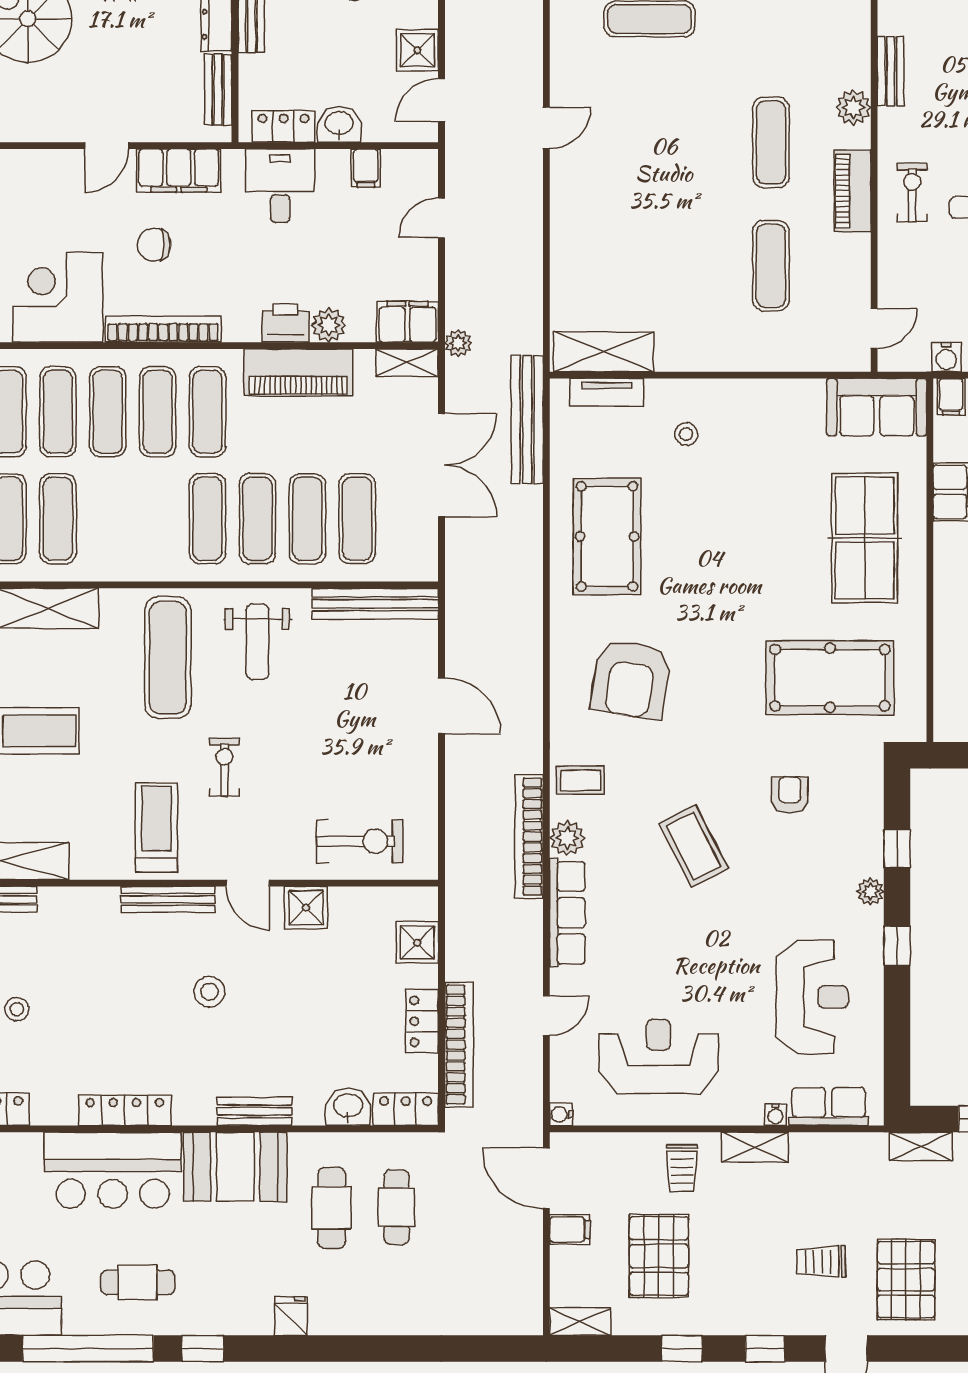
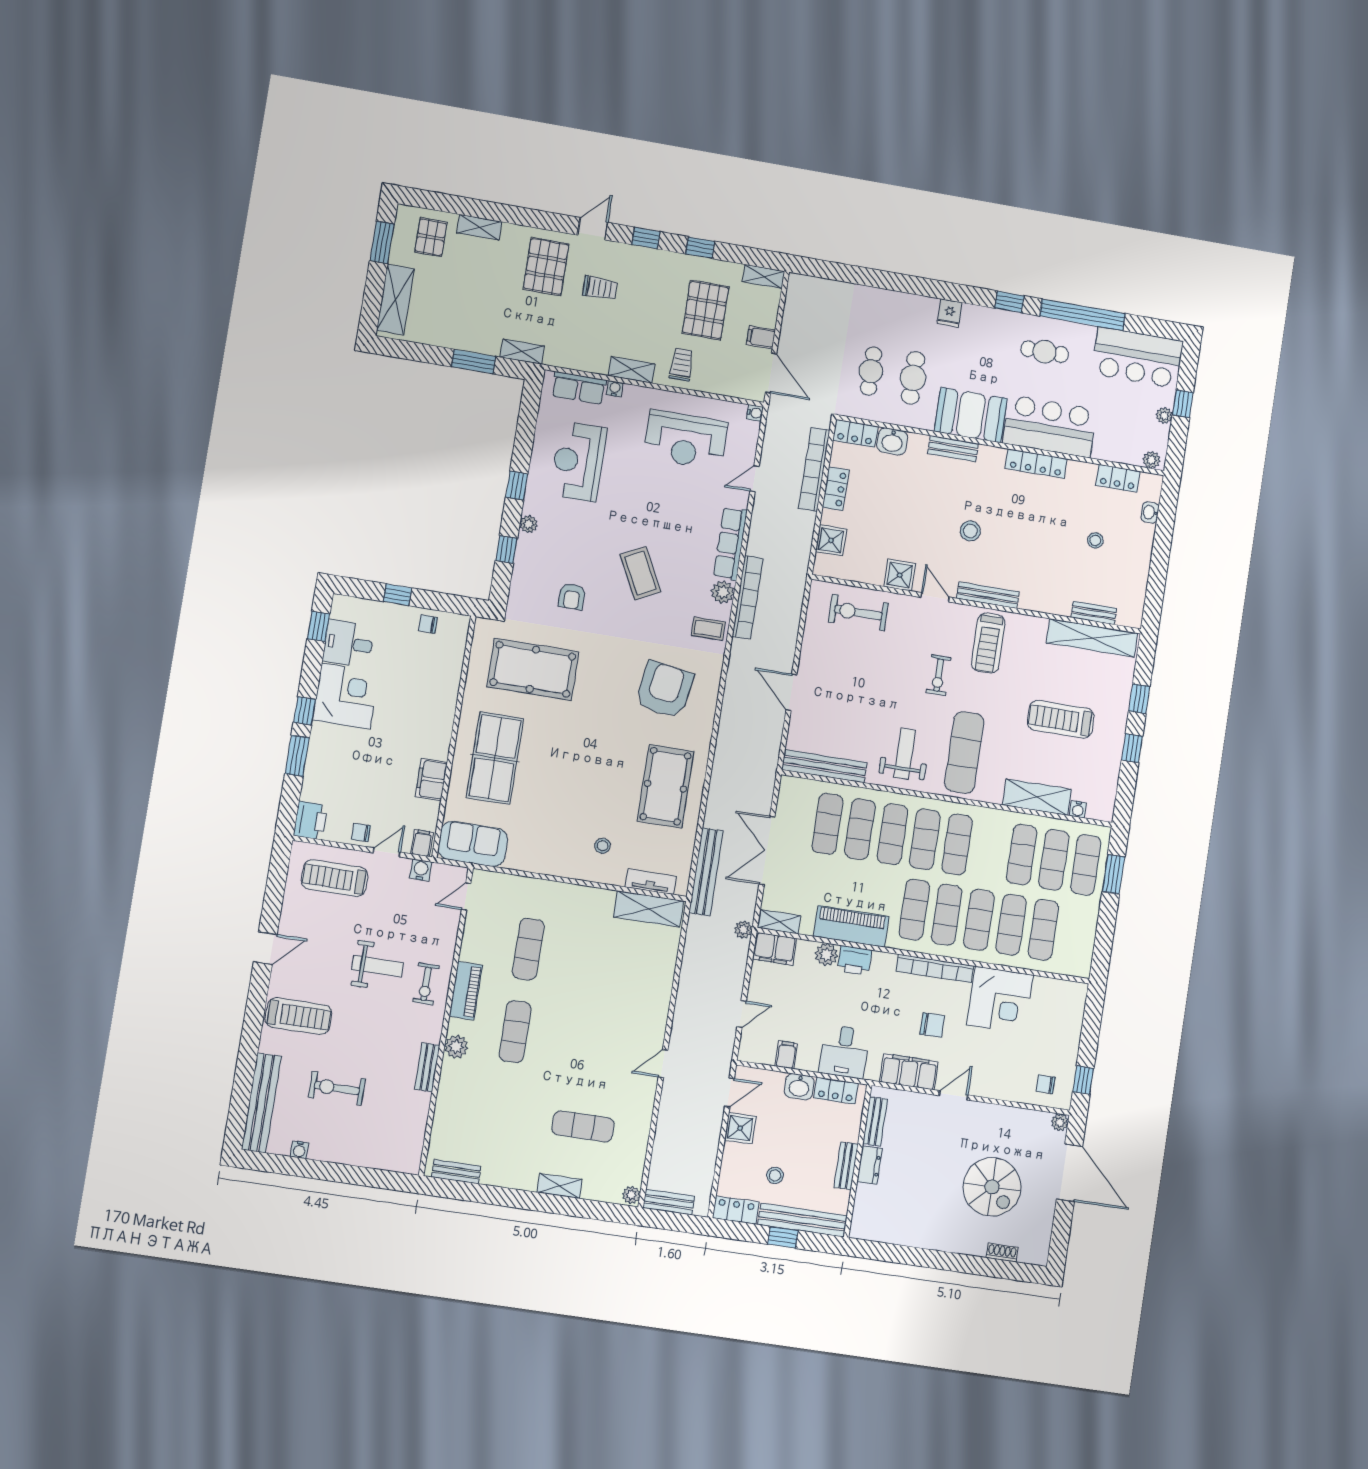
exercise mat: (158, 519) -> (957, 844), added

